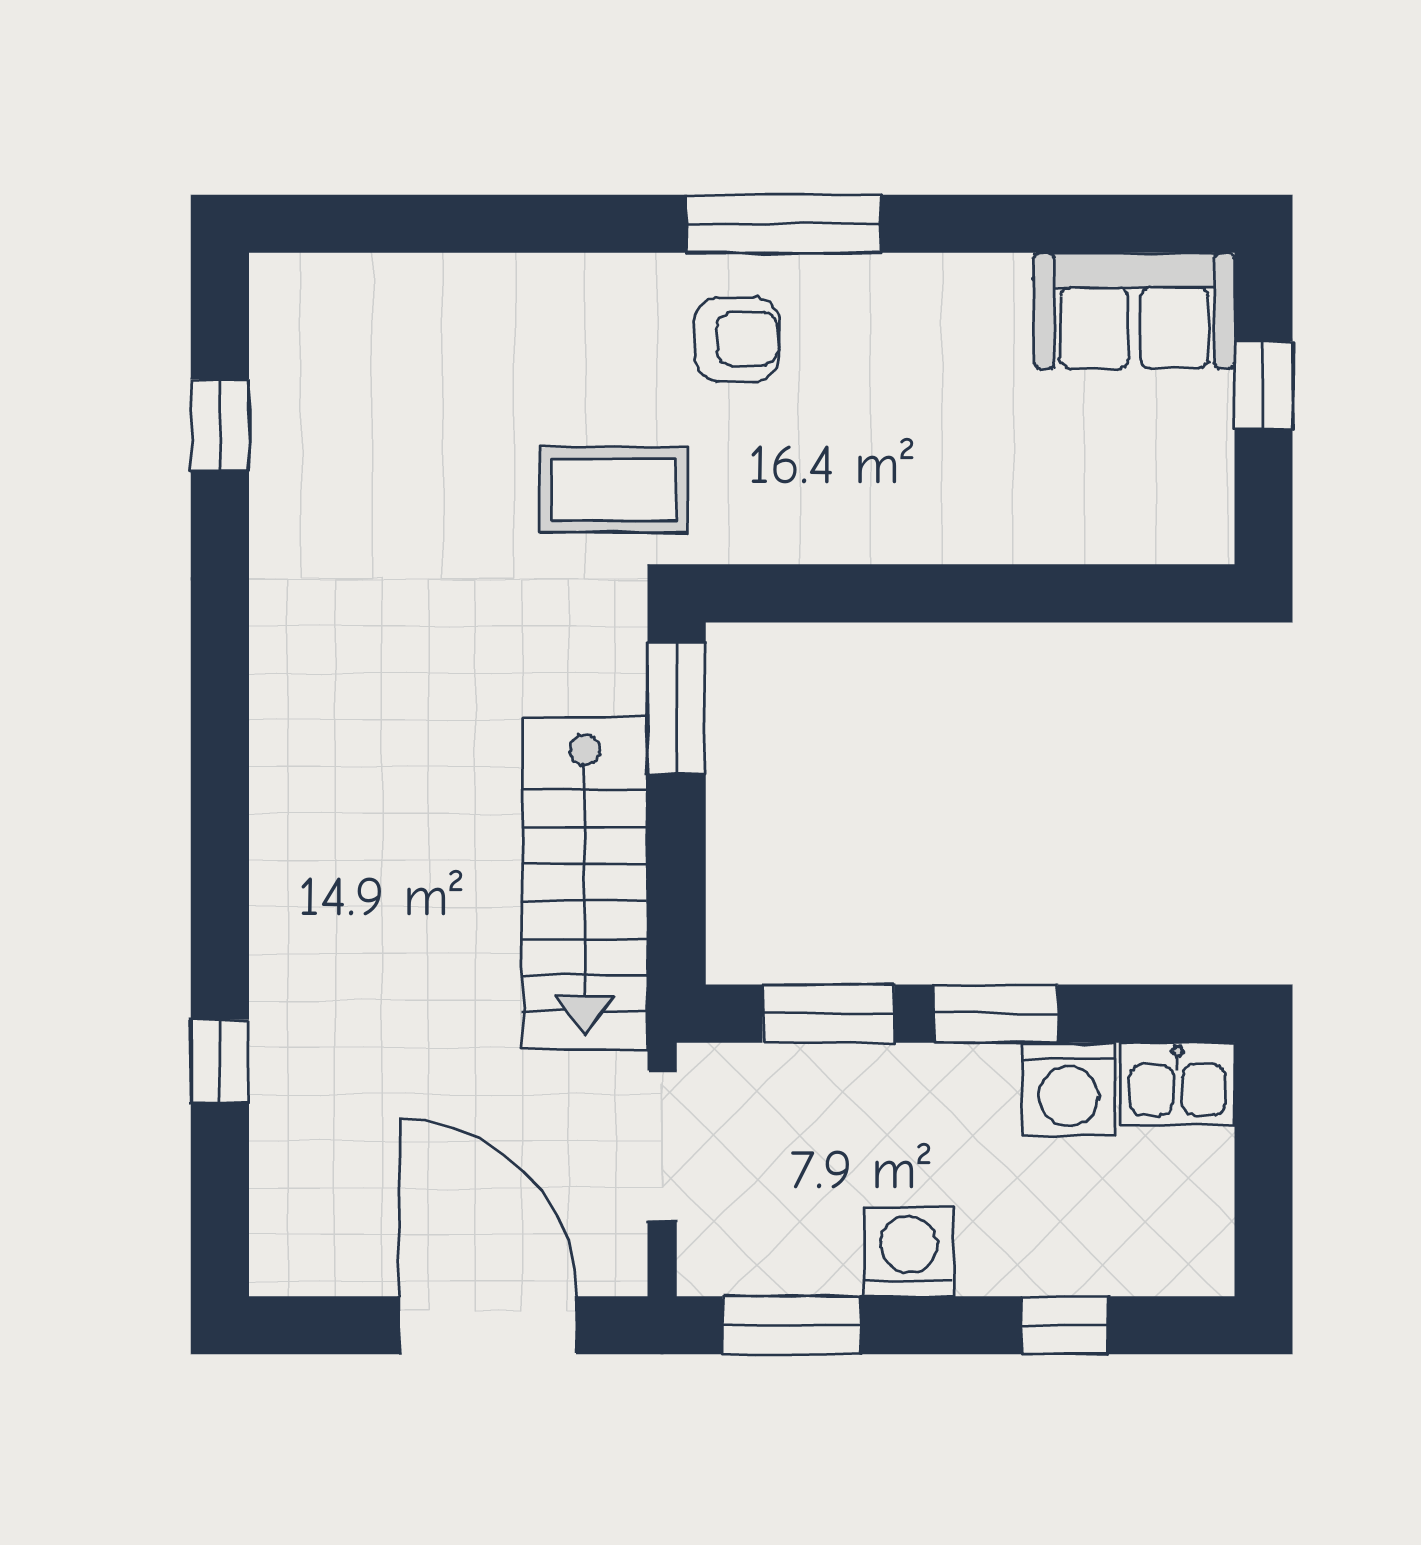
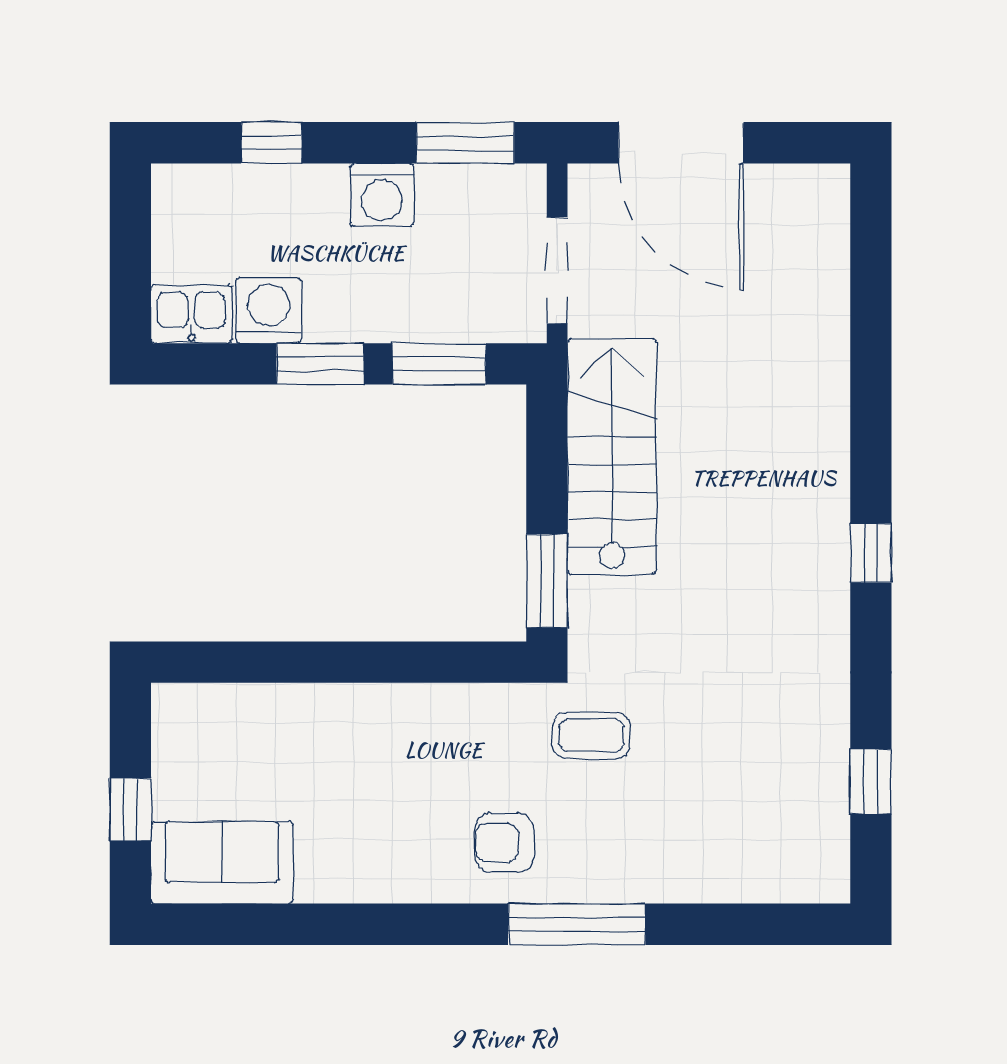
window: (784, 224) -> (577, 924), moved
coffee table: (614, 490) -> (592, 735), width x0.73, depth x0.77
window: (220, 1061) -> (871, 553), moved

